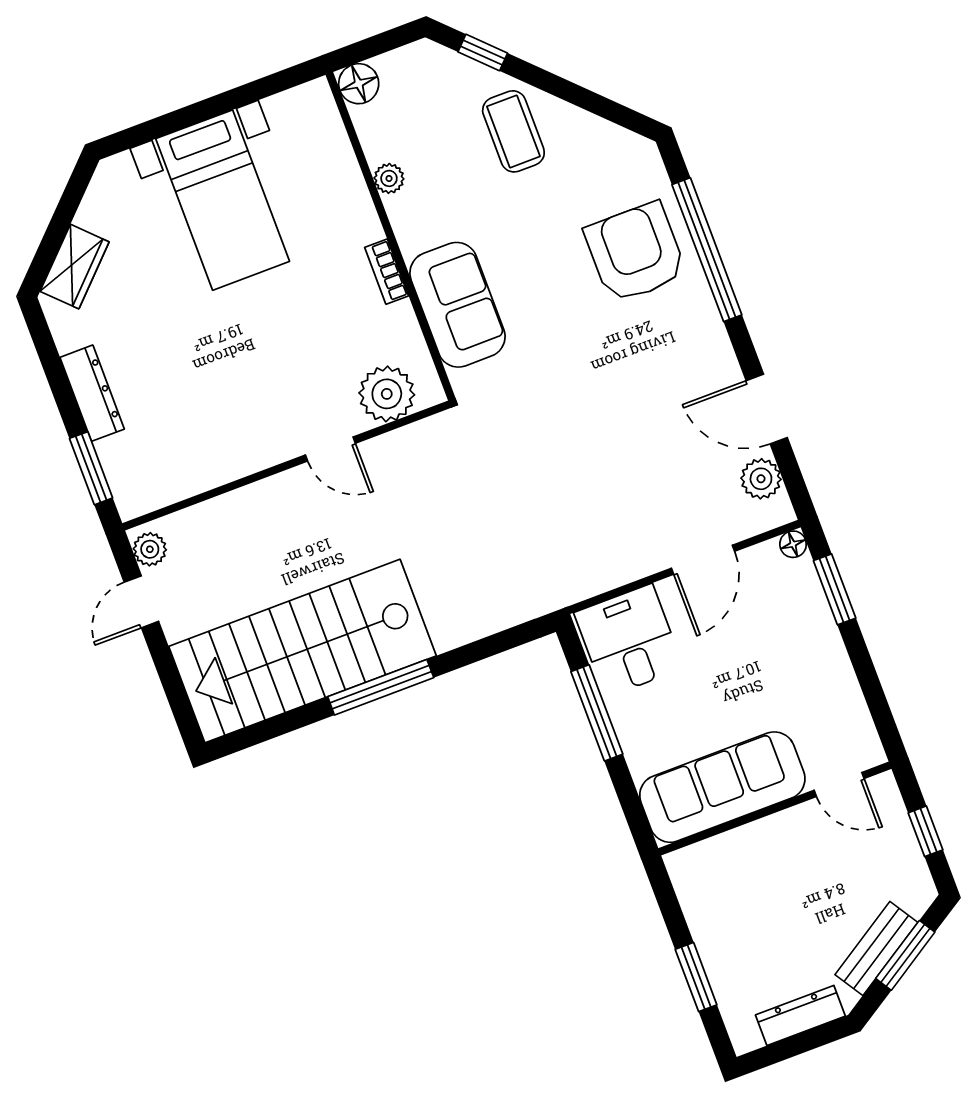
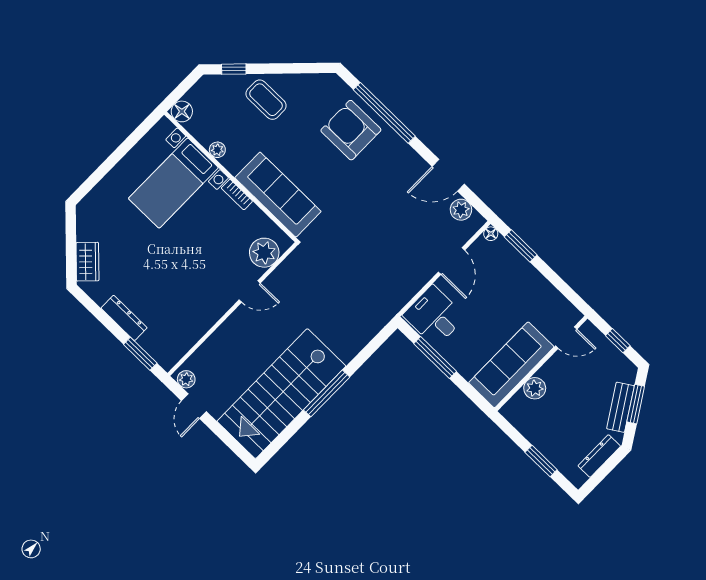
bed with nightstands: (223, 200) -> (173, 183), moved, turned 90
sofa: (457, 305) -> (278, 195), width x1.36
plant: (744, 846) -> (535, 388), added

